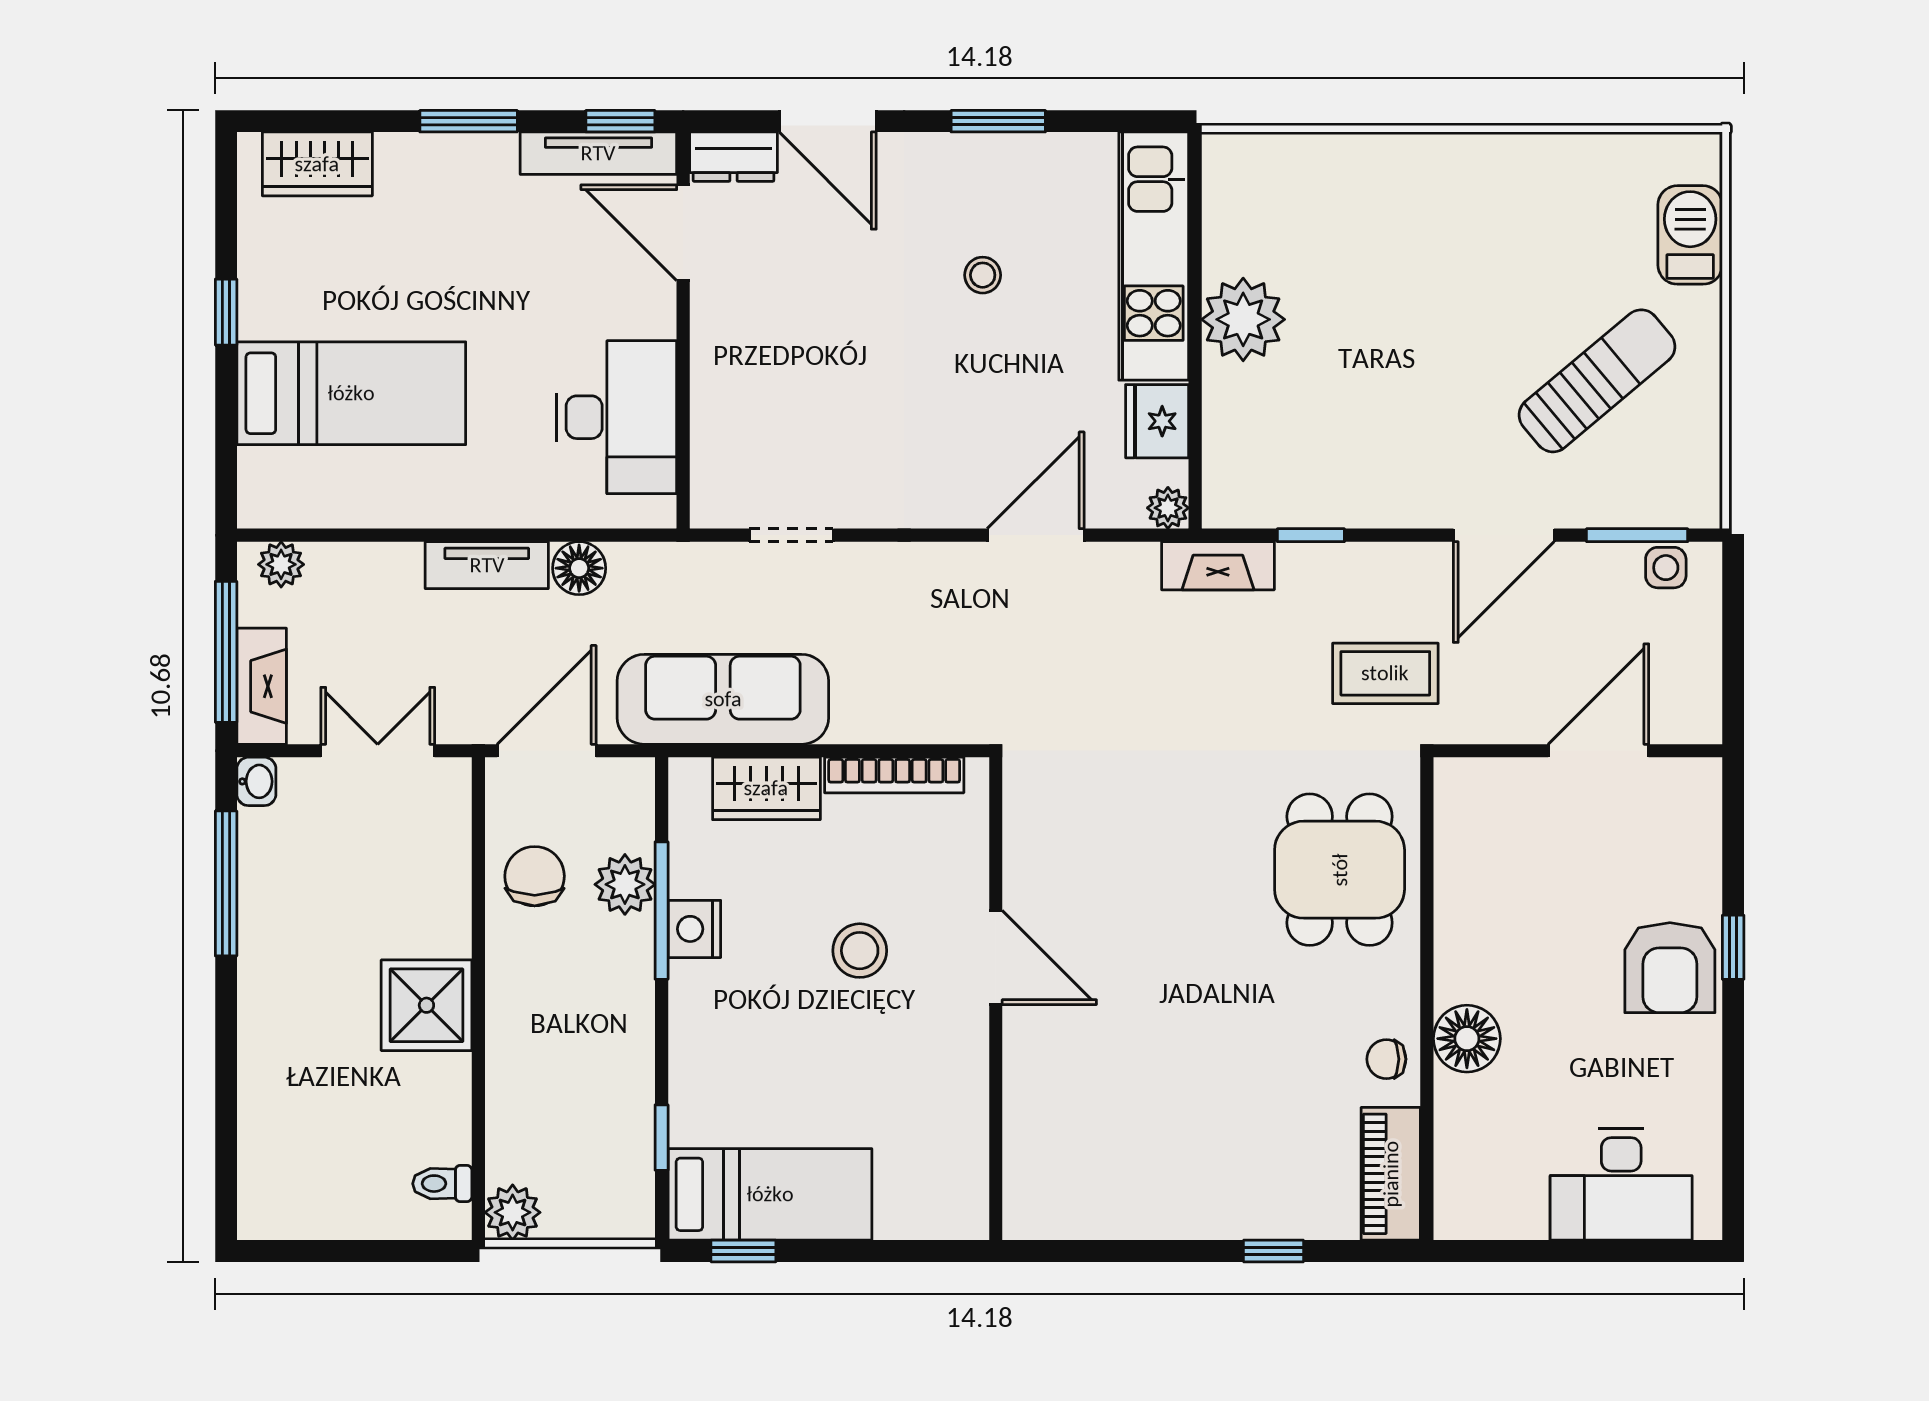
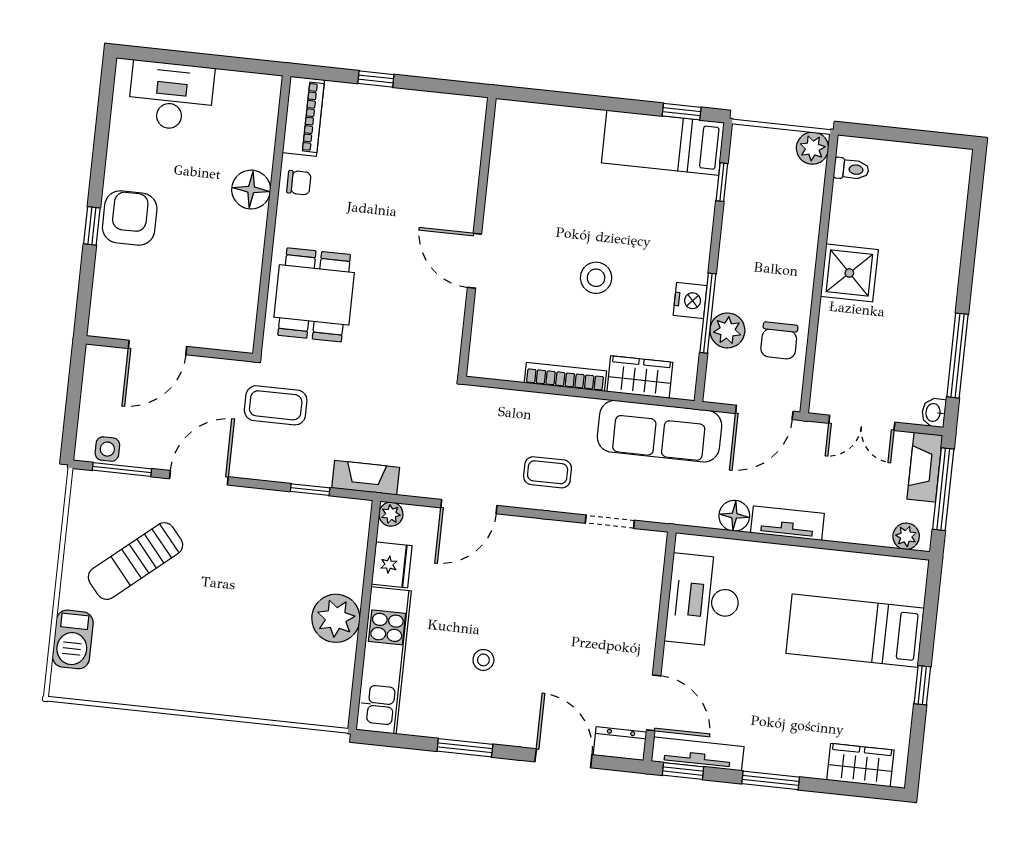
coffee table: (907, 608) -> (548, 472), added
door: (996, 957) -> (474, 261), moved
wall: (996, 999) -> (477, 237), moved

